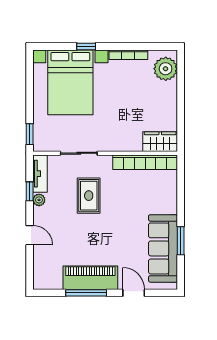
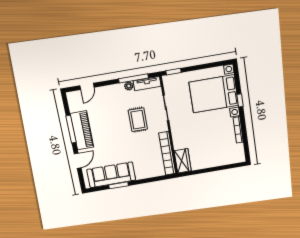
plant: (166, 69) -> (232, 156), removed
window: (30, 191) -> (134, 78), width x2.17
rug: (89, 196) -> (138, 120), turned 90
door: (30, 235) -> (87, 86), moved

